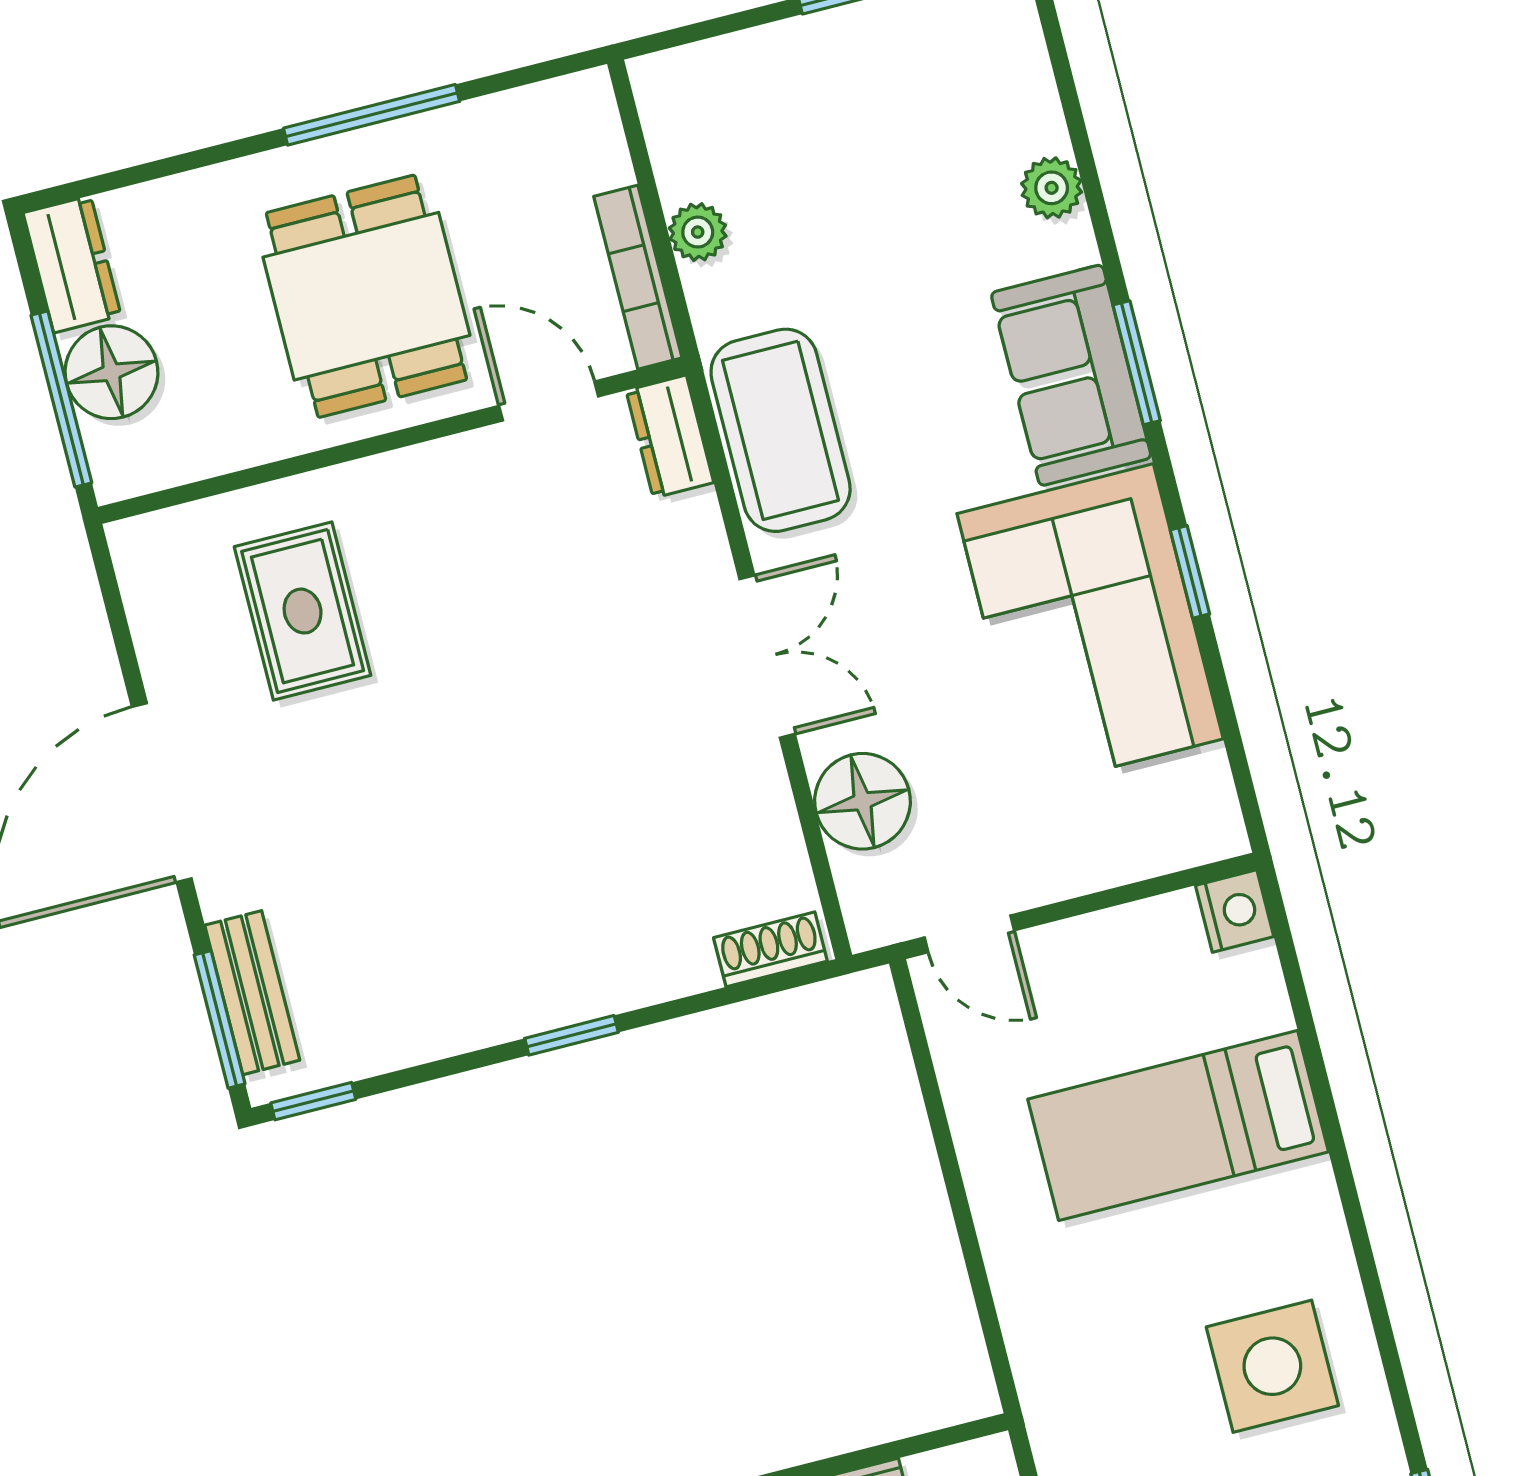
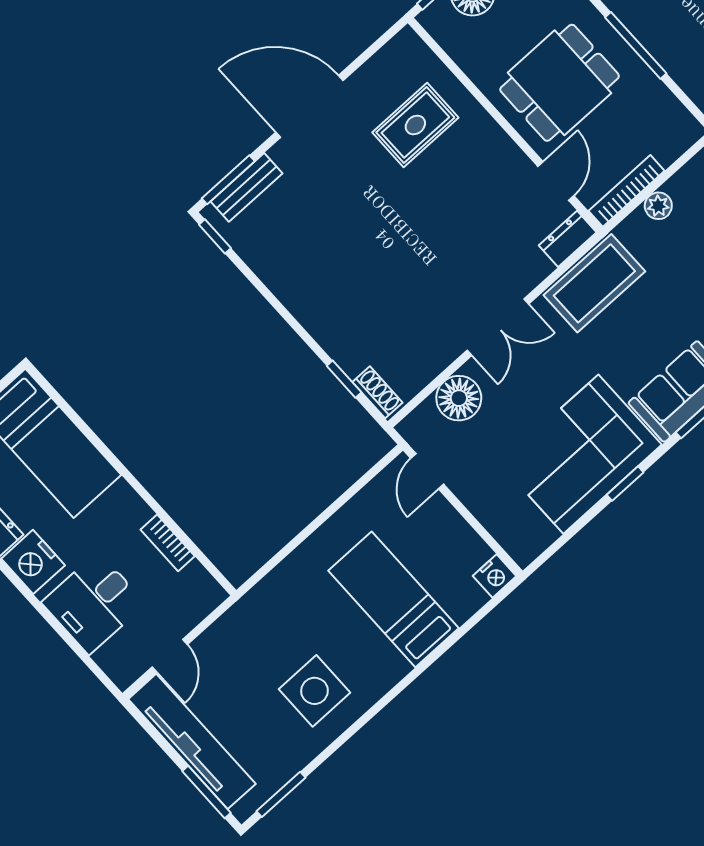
window: (571, 1035) -> (344, 379), moved

